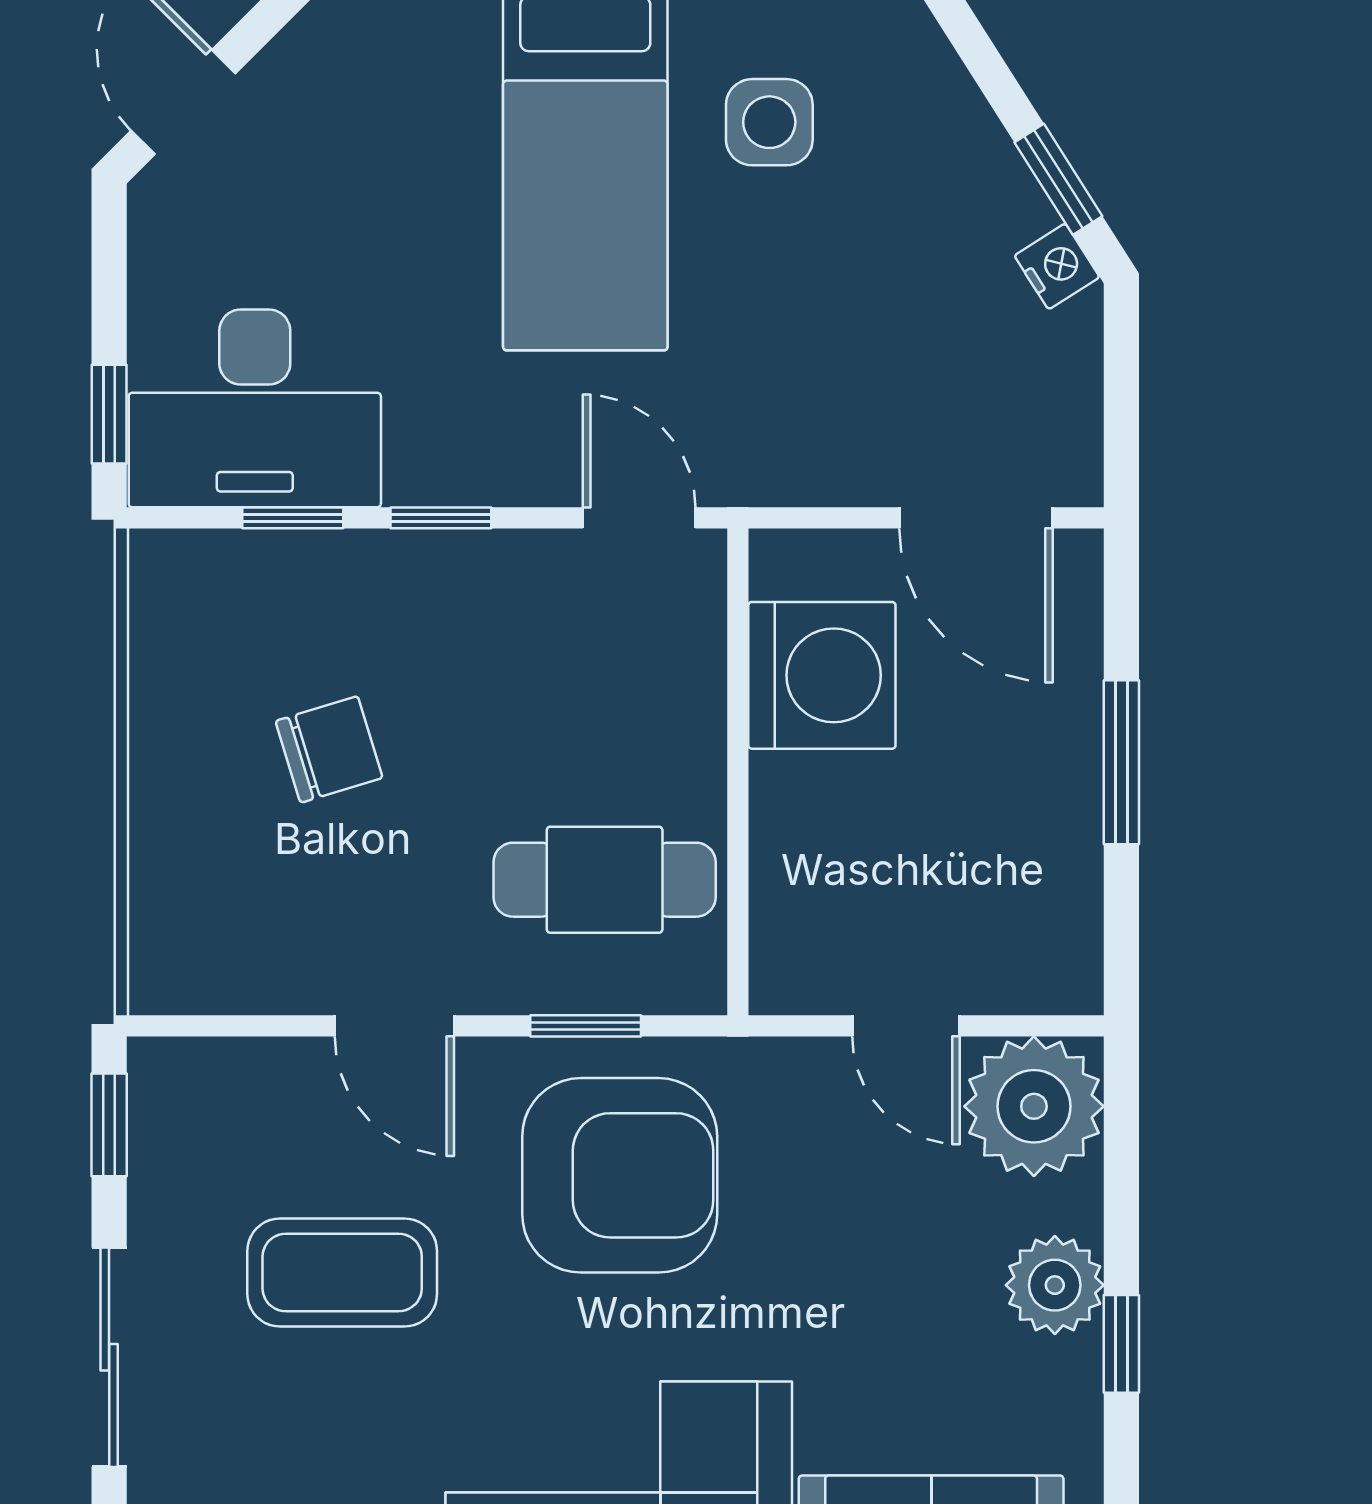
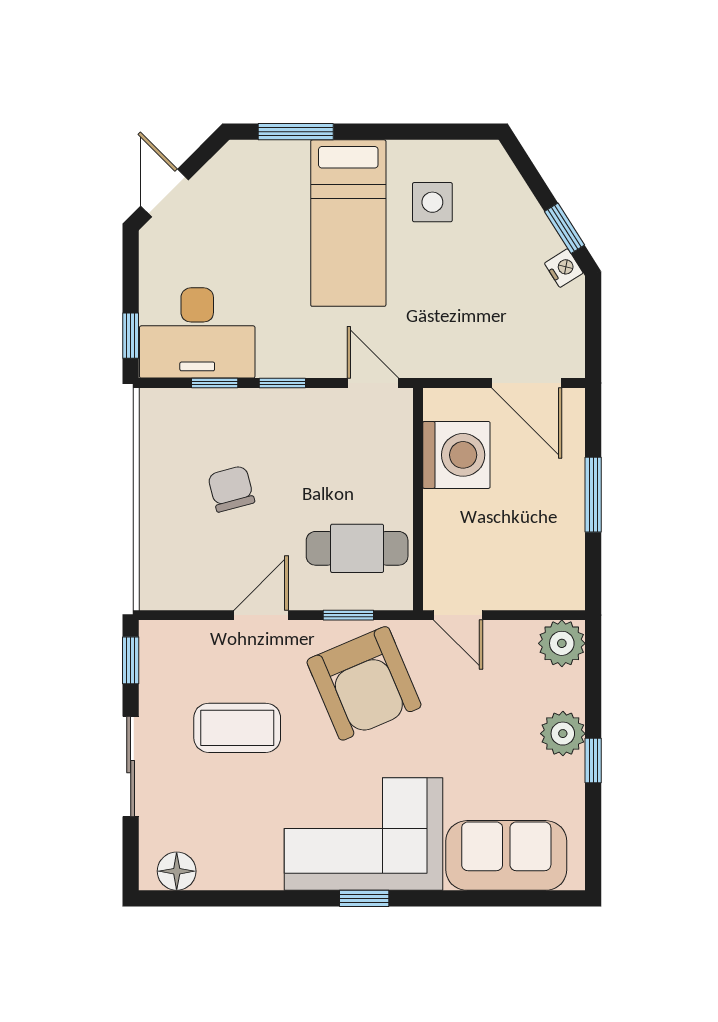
chair: (329, 749) -> (231, 489), turned -88
door: (394, 1026) -> (261, 615), swing flipped
door: (906, 1026) -> (458, 615), moved
plant: (1034, 1106) -> (562, 643), width x0.73, depth x0.73
armchair: (620, 1175) -> (364, 683), turned 67

